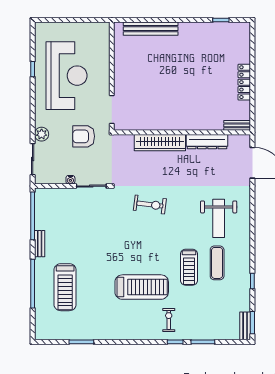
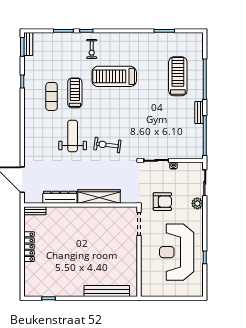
weight bench: (219, 218) -> (73, 136), moved

